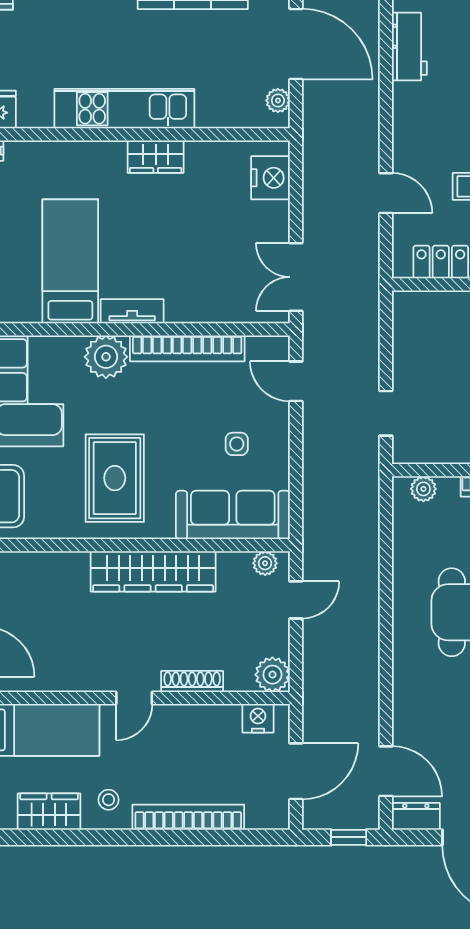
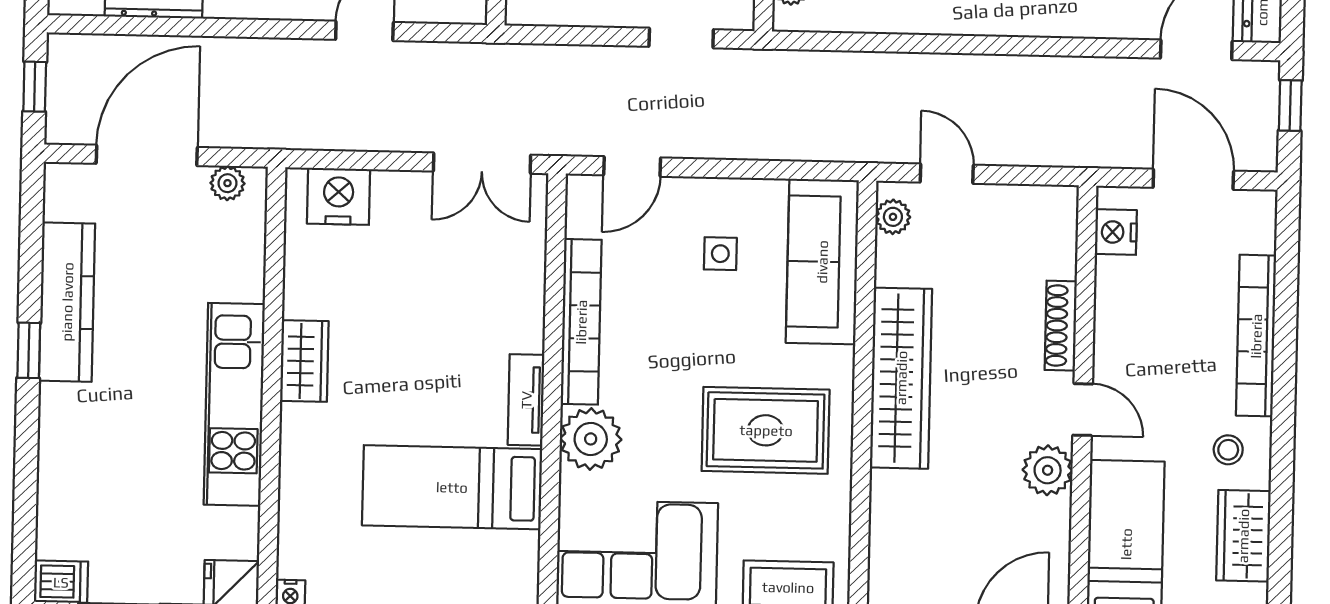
plant: (272, 675) -> (1048, 470), moved

